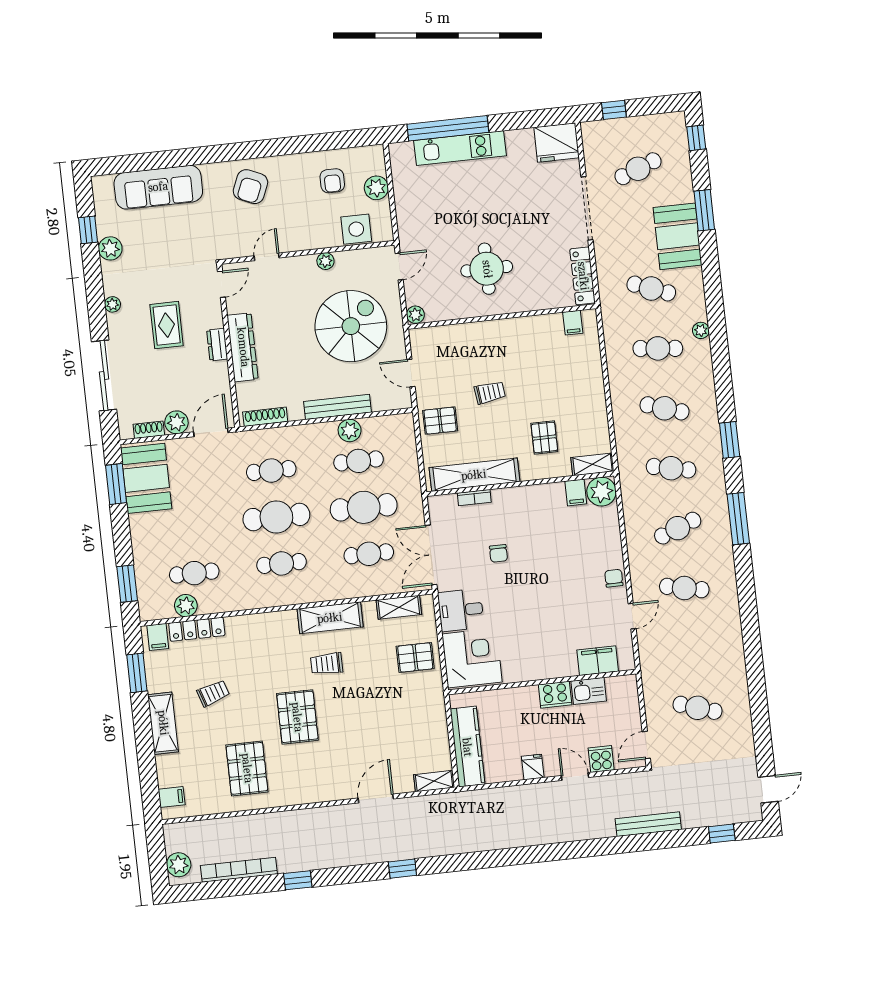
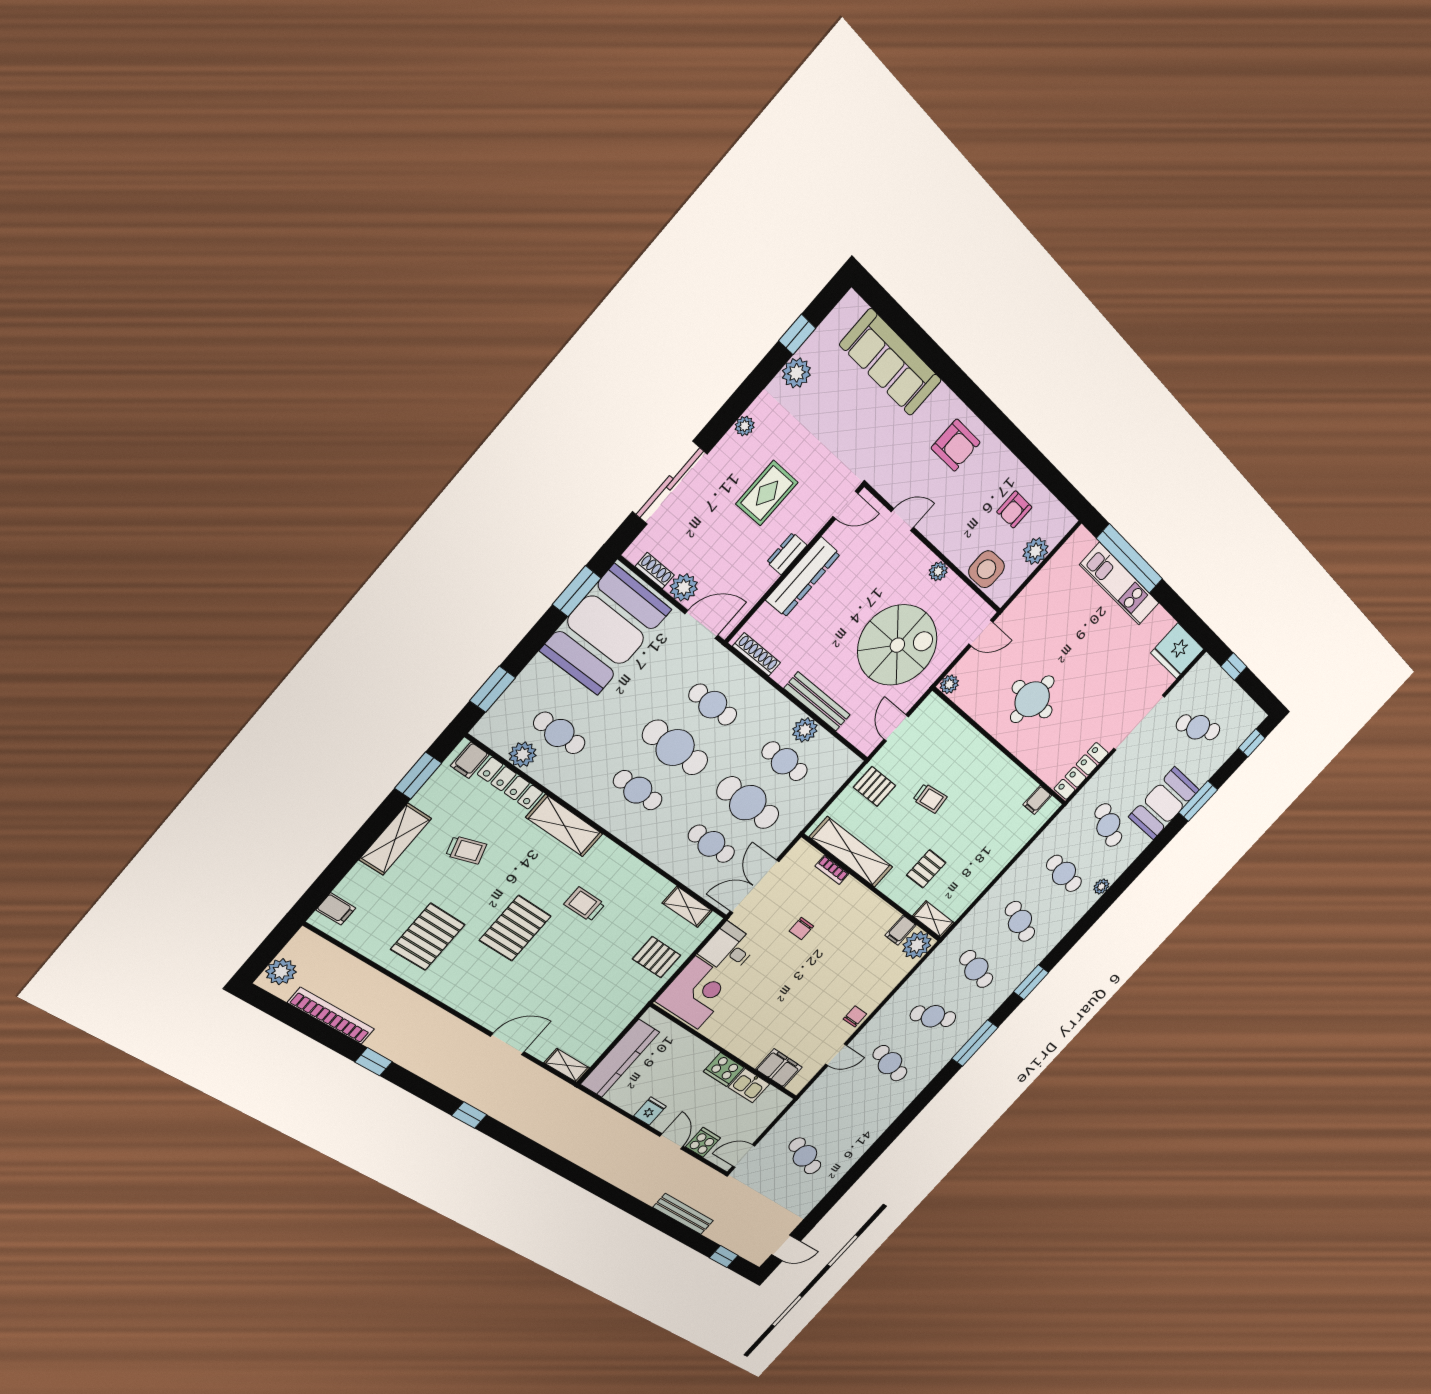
armchair: (250, 187) -> (956, 445), turned -113
booth: (146, 478) -> (606, 630), width x1.36, depth x1.42
shelving: (330, 618) -> (564, 826), moved

